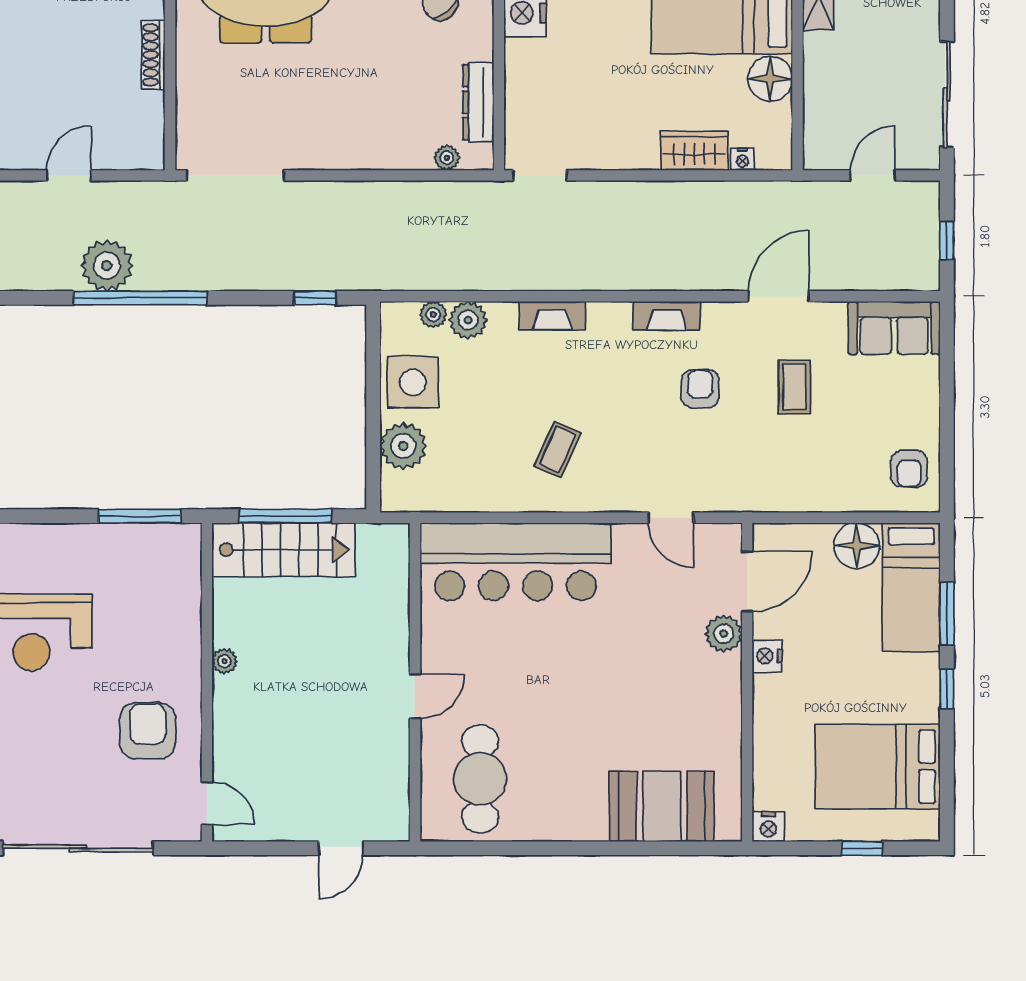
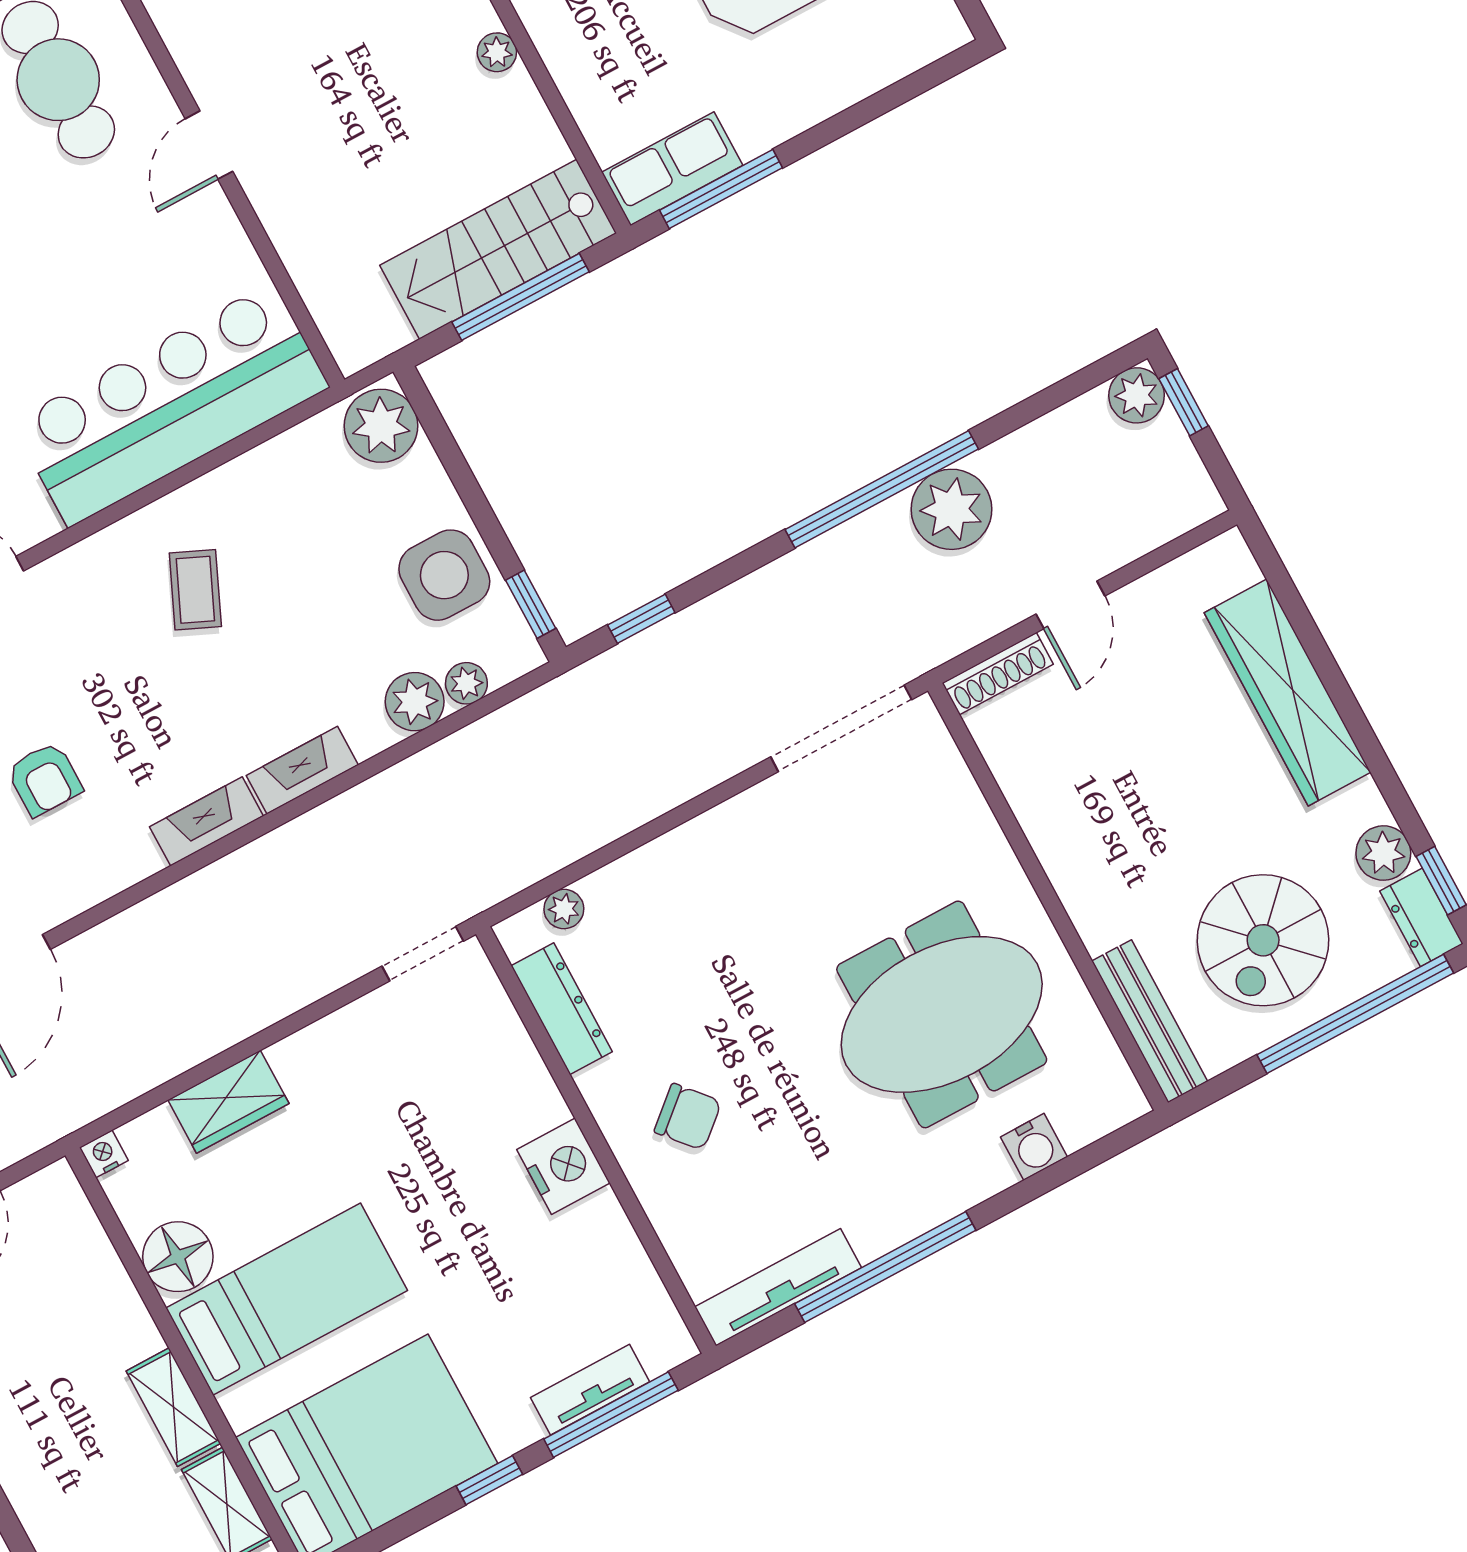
shoe rack: (153, 55) -> (998, 674), moved, turned 90
nightstand: (743, 159) -> (104, 1154), moved
fireplace: (667, 316) -> (206, 821), moved
window: (373, 340) -> (531, 604), added
plant: (403, 446) -> (381, 426), moved
row of seats: (161, 542) -> (672, 169), added

